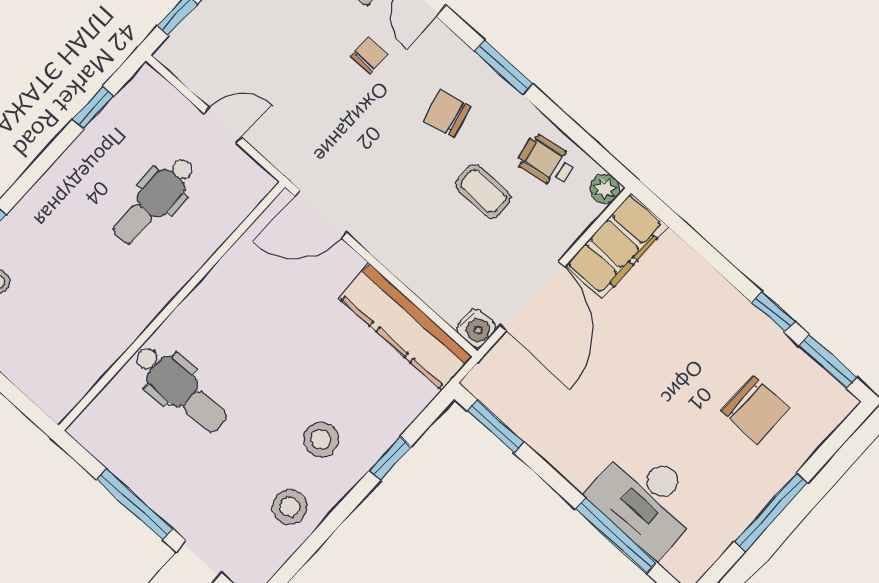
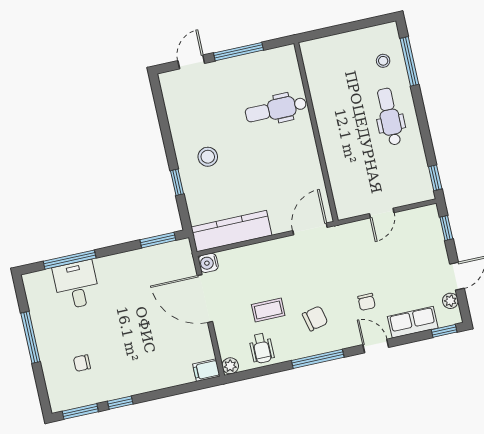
window: (504, 67) -> (318, 359), width x1.44
window: (93, 108) -> (435, 178), moved
wheelchair: (546, 161) -> (262, 348), turned 101
dental chair: (154, 200) -> (390, 117), moved
filing cabinet: (617, 246) -> (206, 370), width x0.33, depth x0.86
chair: (755, 410) -> (82, 363), width x0.54, depth x0.54
desk: (646, 499) -> (76, 285), width x0.73
stool: (290, 507) -> (187, 121), removed

